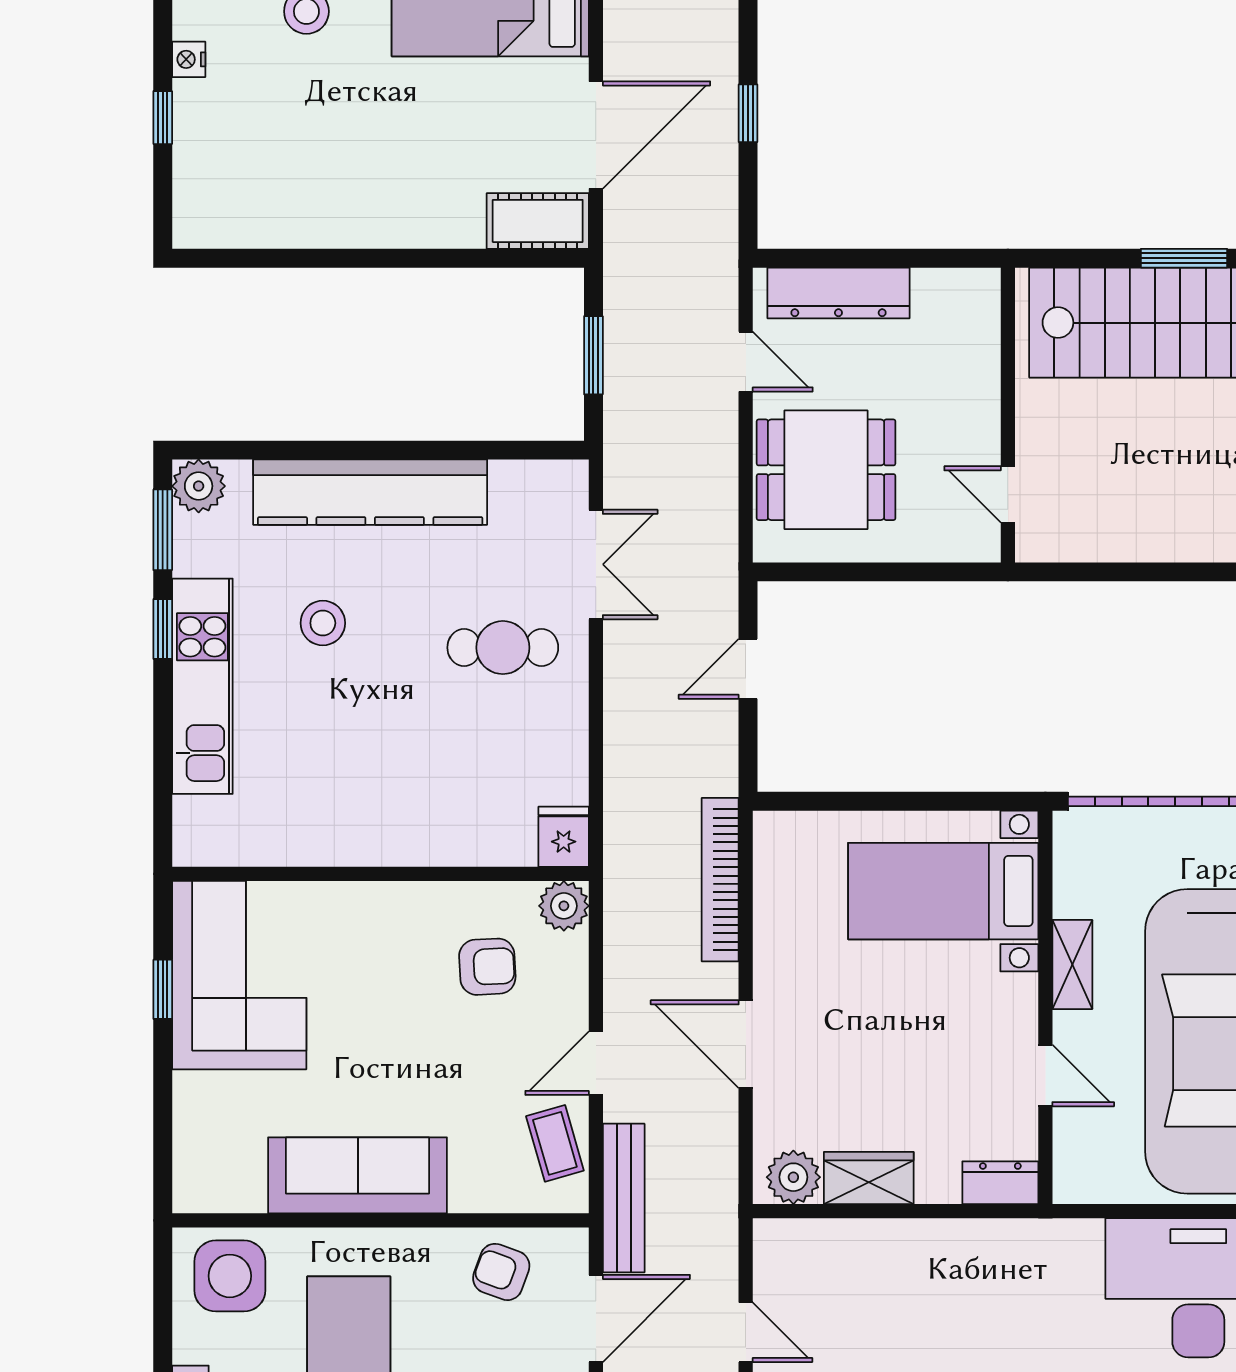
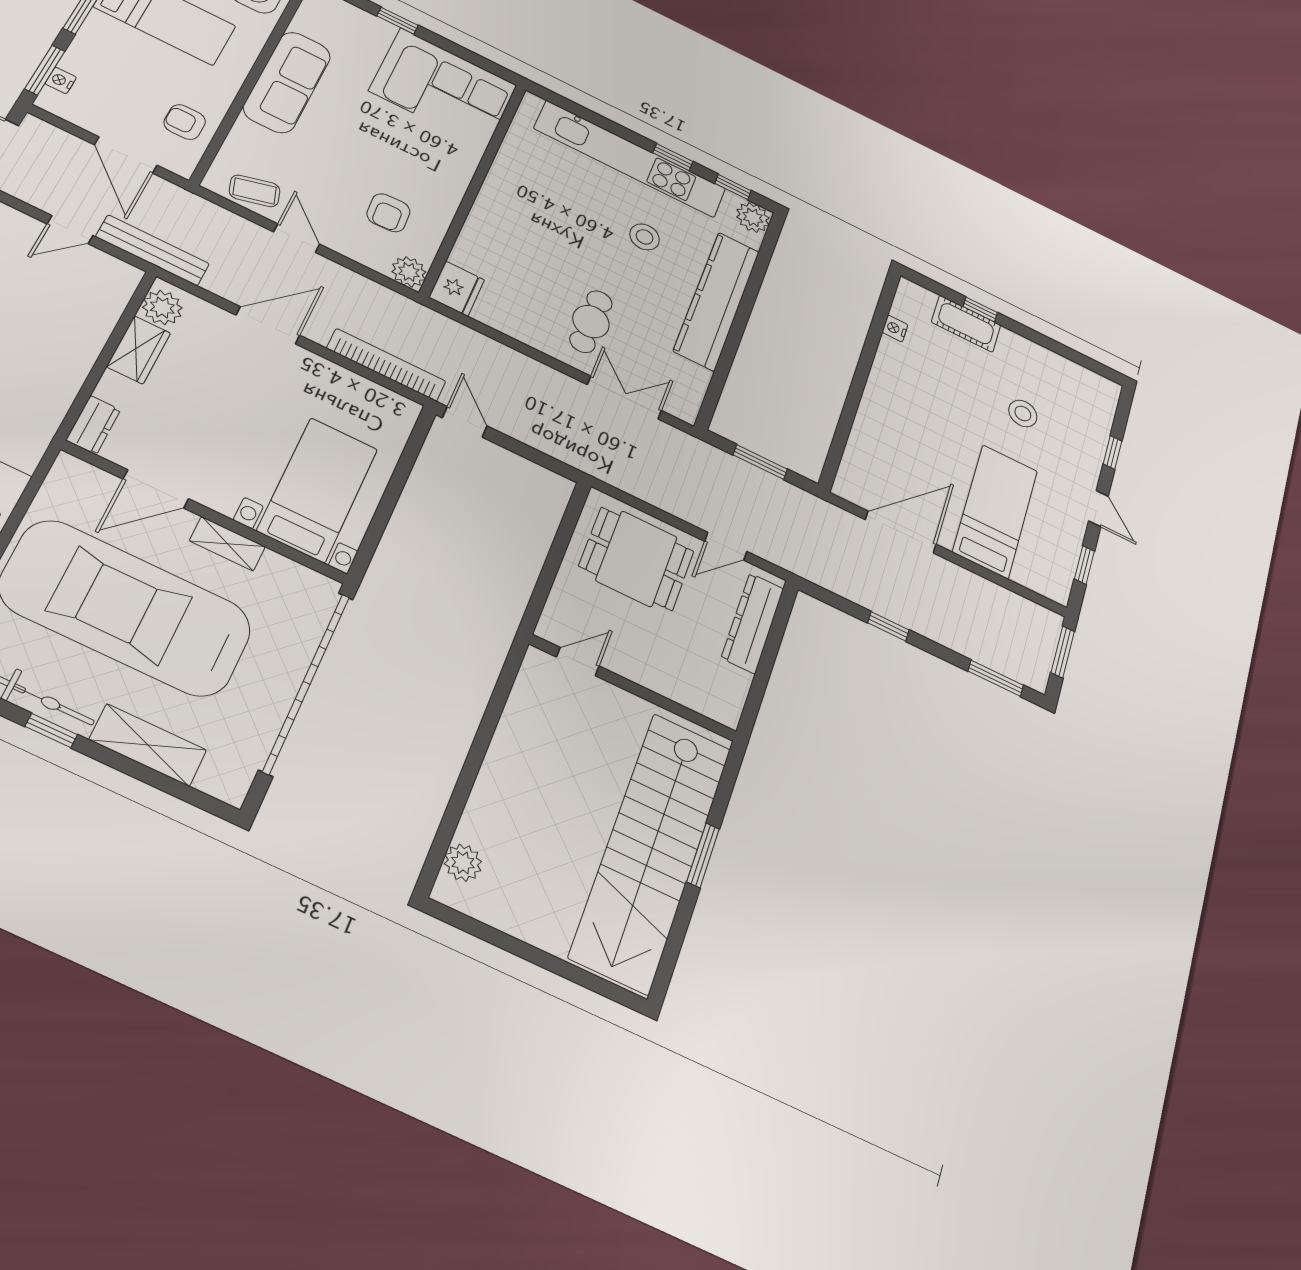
nightstand: (189, 59) -> (895, 328), moved, turned -90
door: (596, 135) -> (901, 532), swing flipped
cot: (538, 221) -> (966, 324), moved, turned 90
dining table: (826, 470) -> (637, 559), turned 90
window: (163, 530) -> (733, 187), width x0.67
double door: (596, 564) -> (624, 398), swing flipped
door: (748, 669) -> (465, 422), moved
kitchen unit: (202, 686) -> (630, 159), width x1.36
fridge: (564, 837) -> (457, 289), width x1.38
window: (163, 989) -> (398, 21), moved
door: (1045, 1075) -> (156, 489), width x1.38
bench: (624, 1198) -> (153, 250), moved
armchair: (501, 1272) -> (185, 122), turned -110

